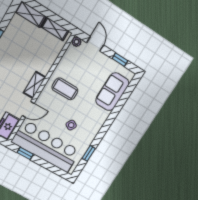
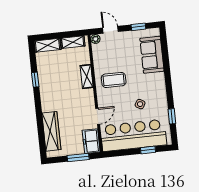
shelving: (35, 85) -> (87, 77), moved
window: (25, 153) -> (148, 150), moved

